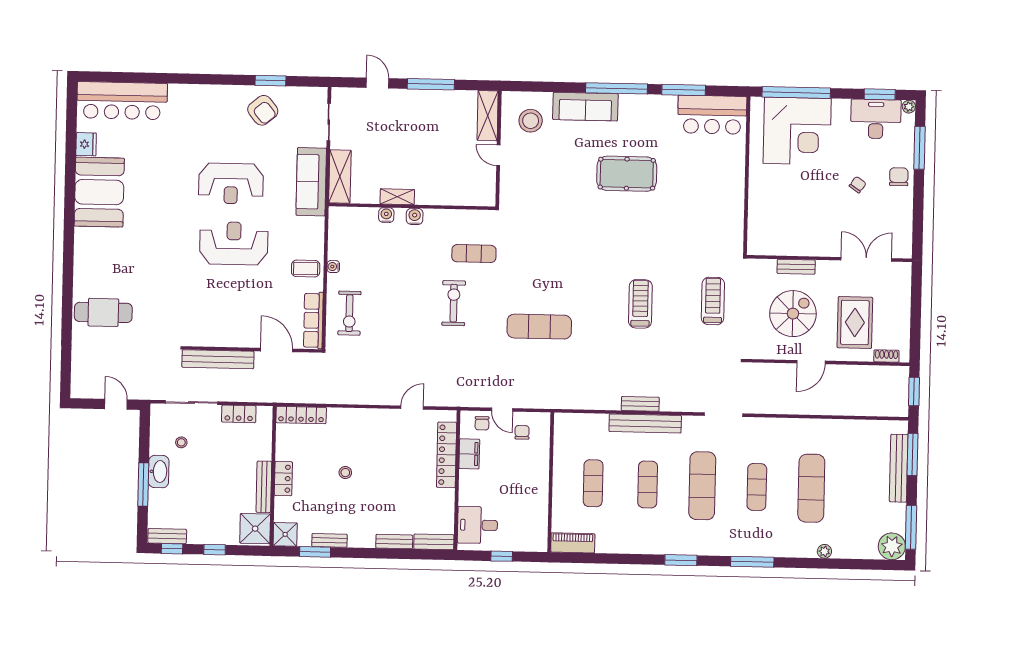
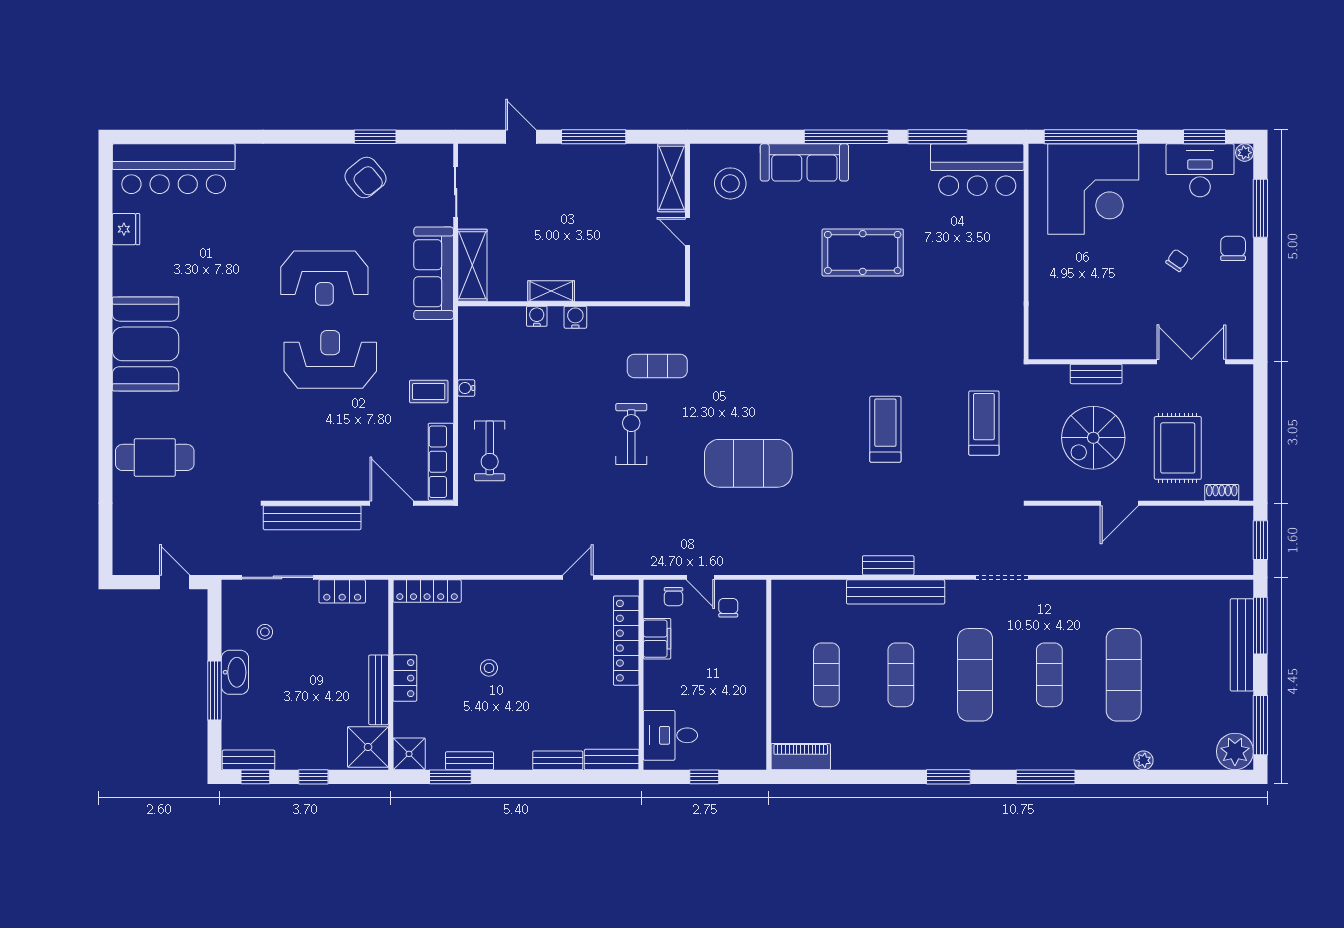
booth: (99, 192) -> (145, 344), moved
spiral stairs: (793, 314) -> (1093, 438), turned 180
exercise mat: (539, 327) -> (748, 463), width x1.47

